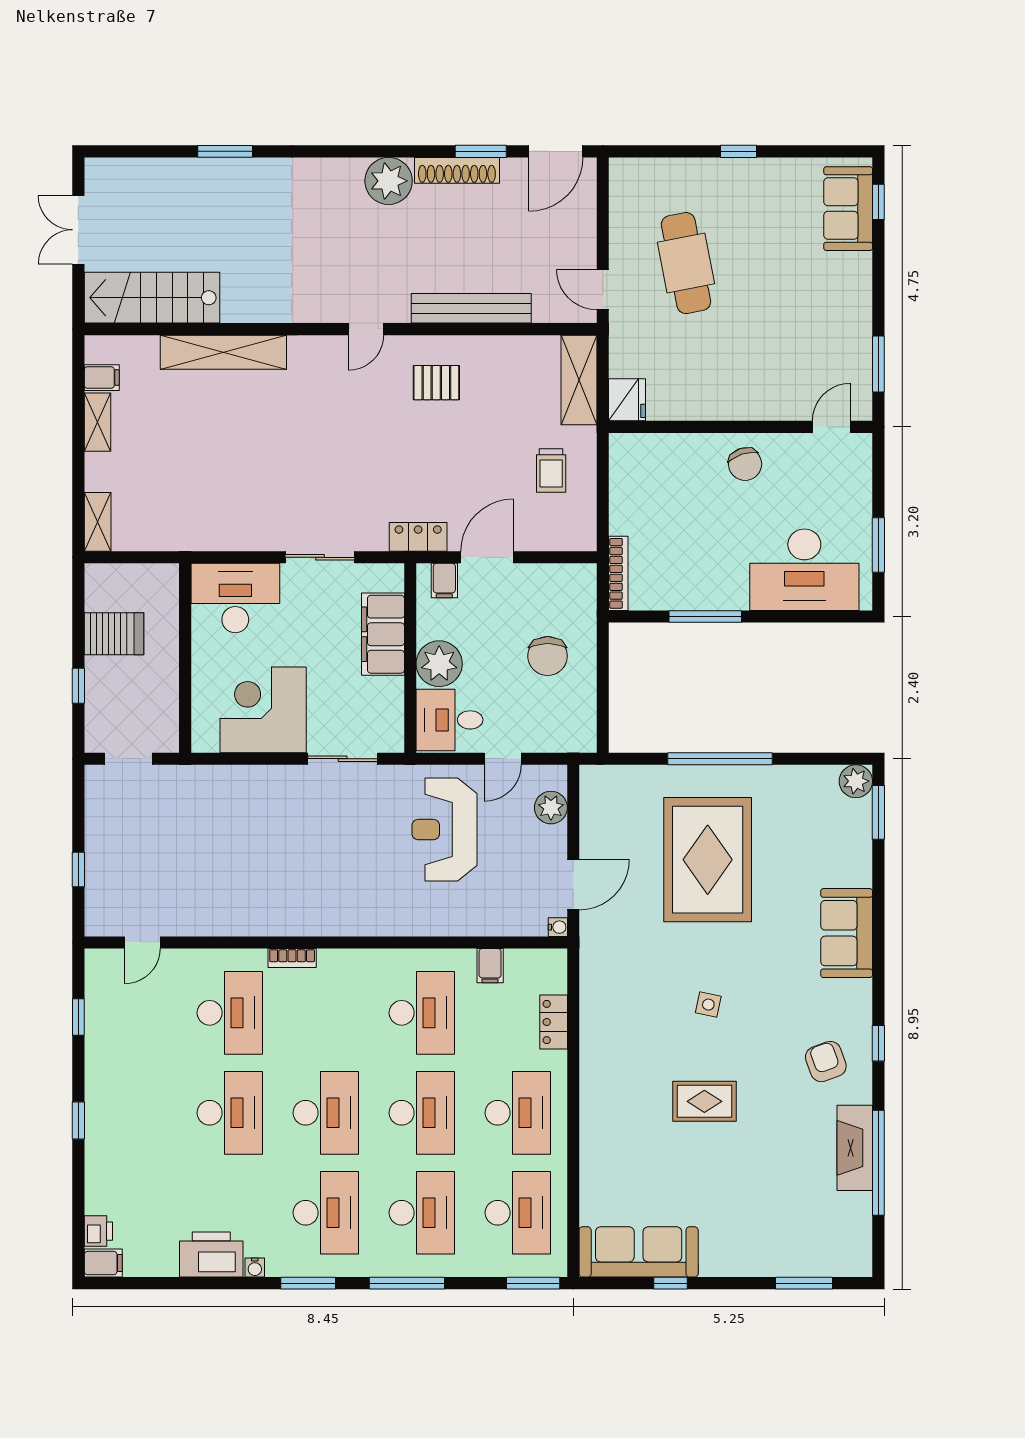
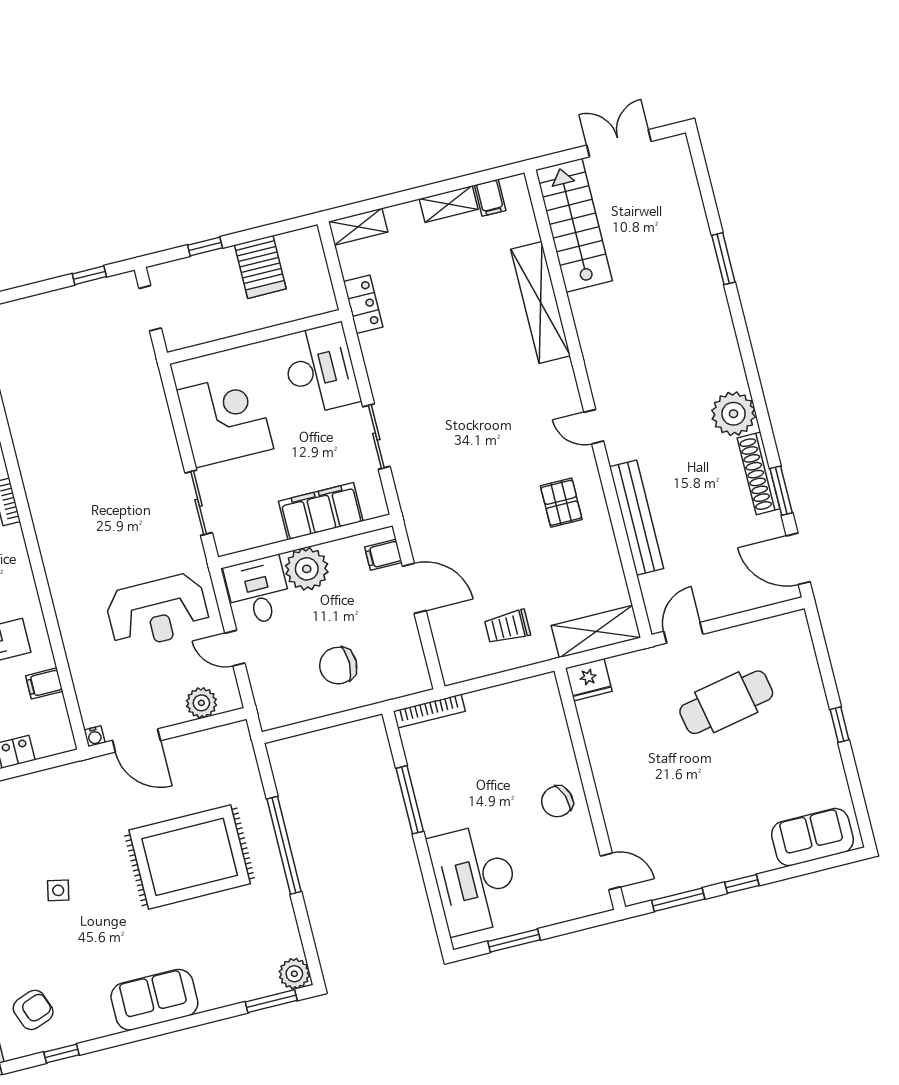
window: (878, 202) -> (742, 884), moved
locker: (418, 537) -> (363, 304), moved
reception desk: (445, 830) -> (157, 611), turned 180
window: (78, 870) -> (89, 275), moved

